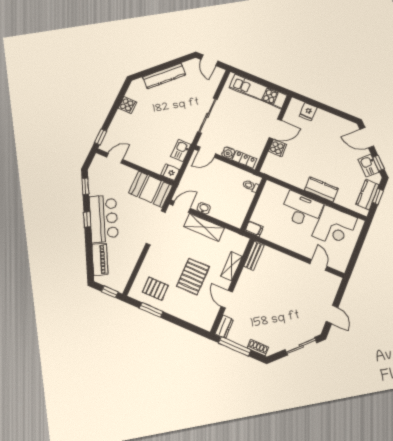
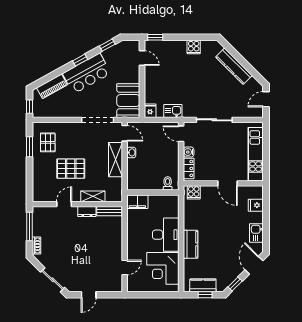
cooker: (278, 148) -> (194, 192), moved
kitchen sink: (369, 166) -> (256, 233), moved, turned -45
filing cabinet: (254, 229) -> (137, 202), width x2.00
dresser: (224, 327) -> (87, 211), moved

